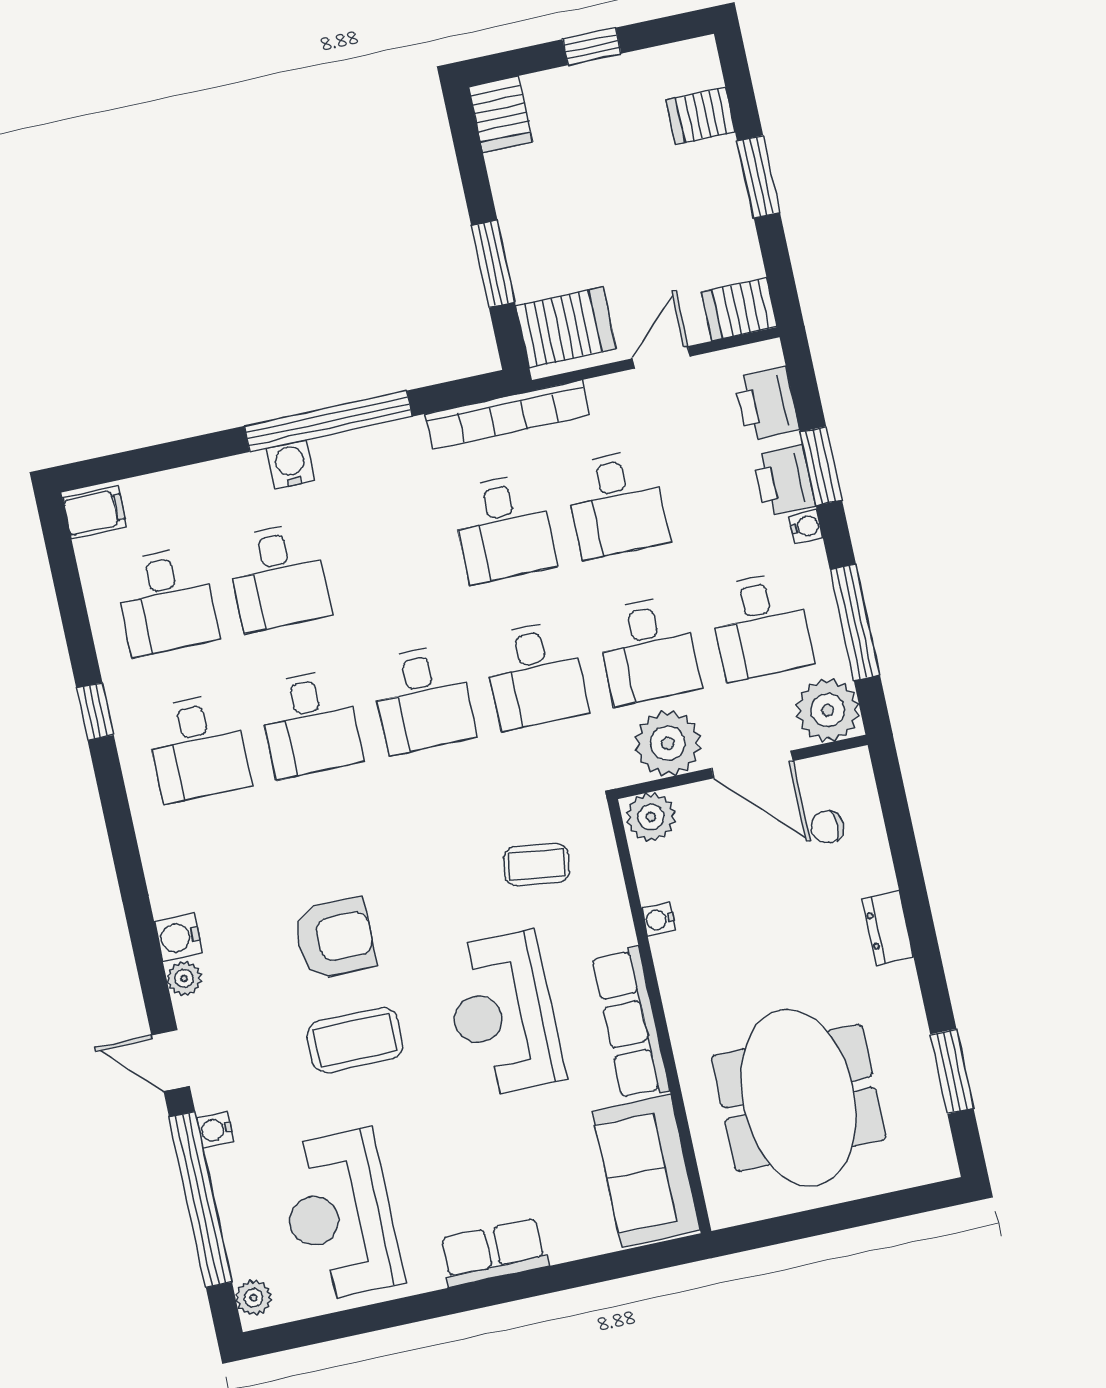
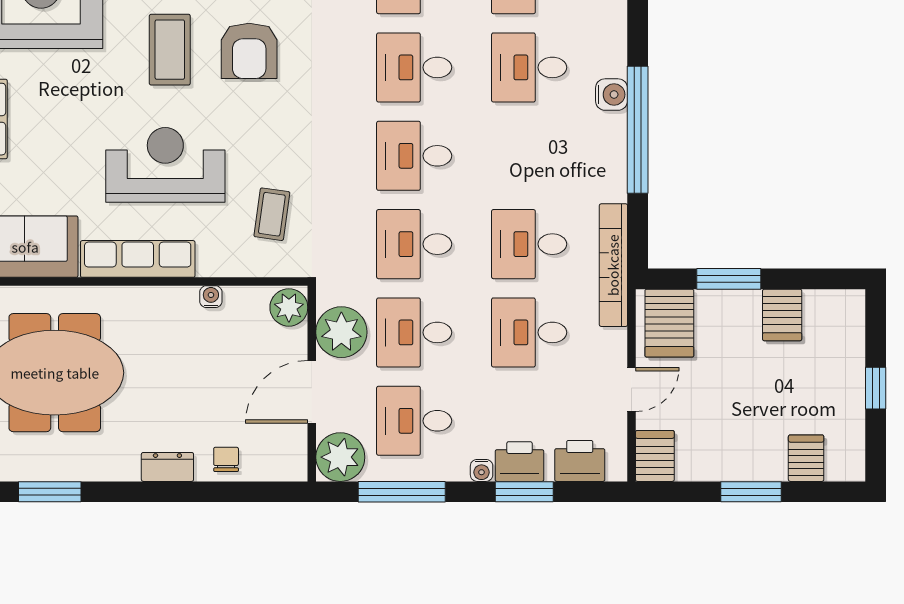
server rack: (500, 114) -> (782, 315), moved, turned -90
door: (661, 357) -> (631, 390), hinge flipped
chair: (827, 827) -> (226, 459), moved

